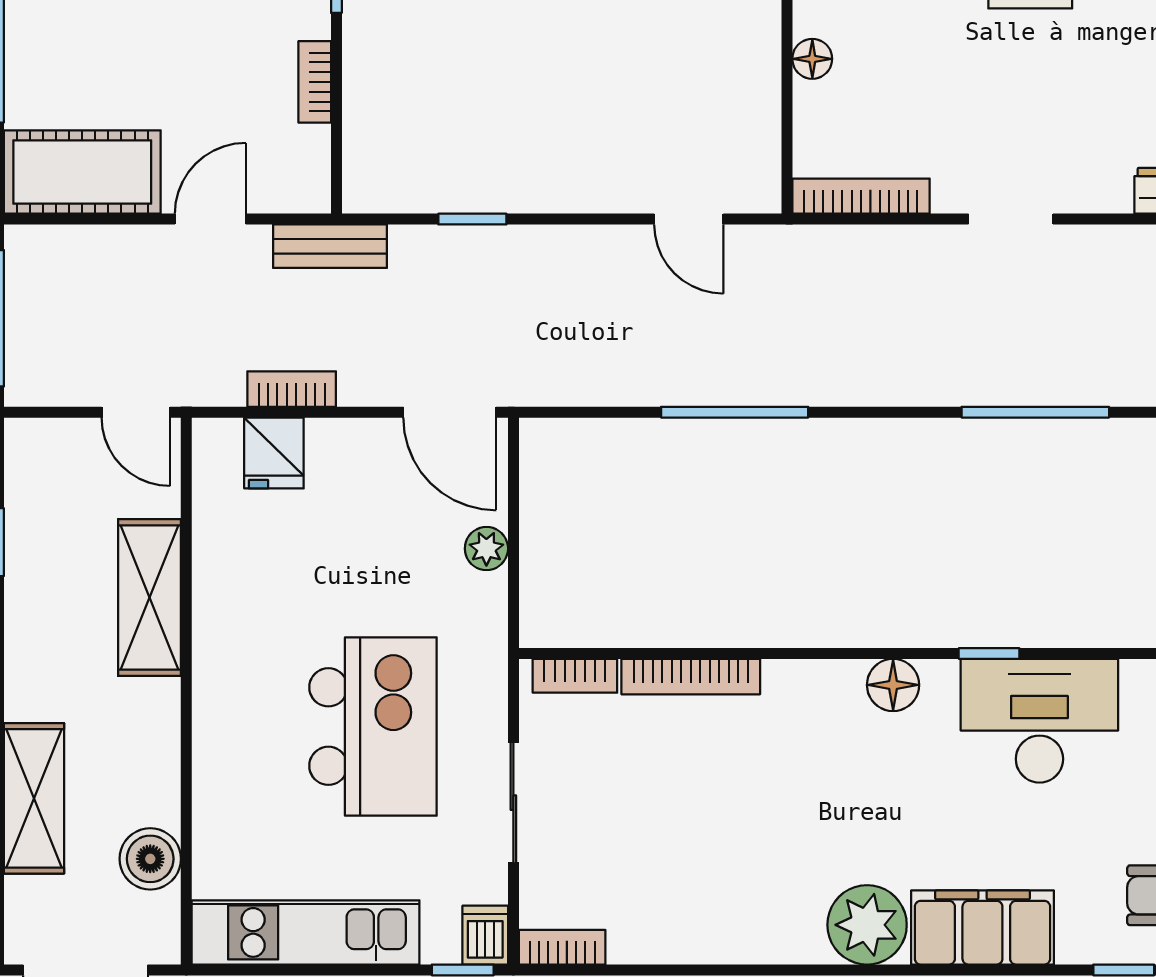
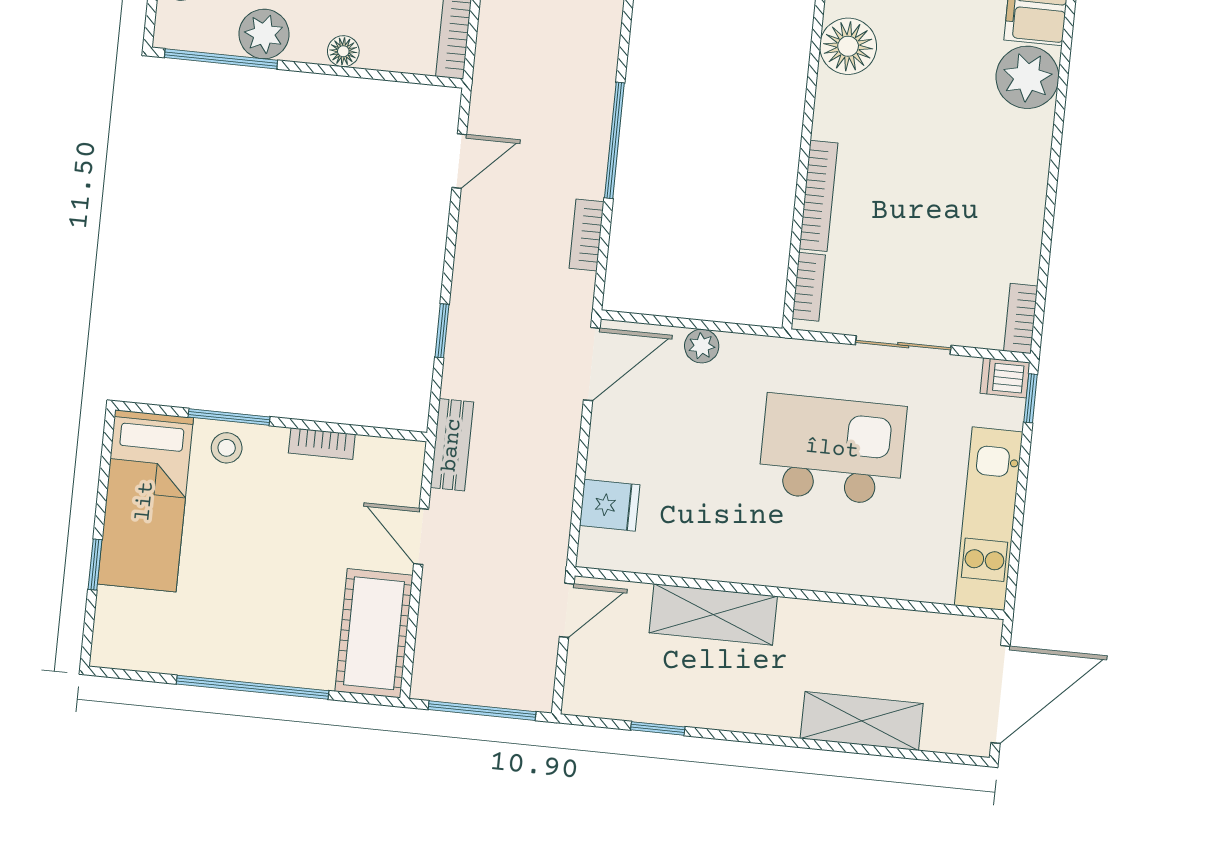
bookcase: (292, 389) -> (587, 235), moved
floor lamp: (893, 685) -> (848, 46), width x1.38, depth x1.38
boiler: (150, 859) -> (918, 635), removed

